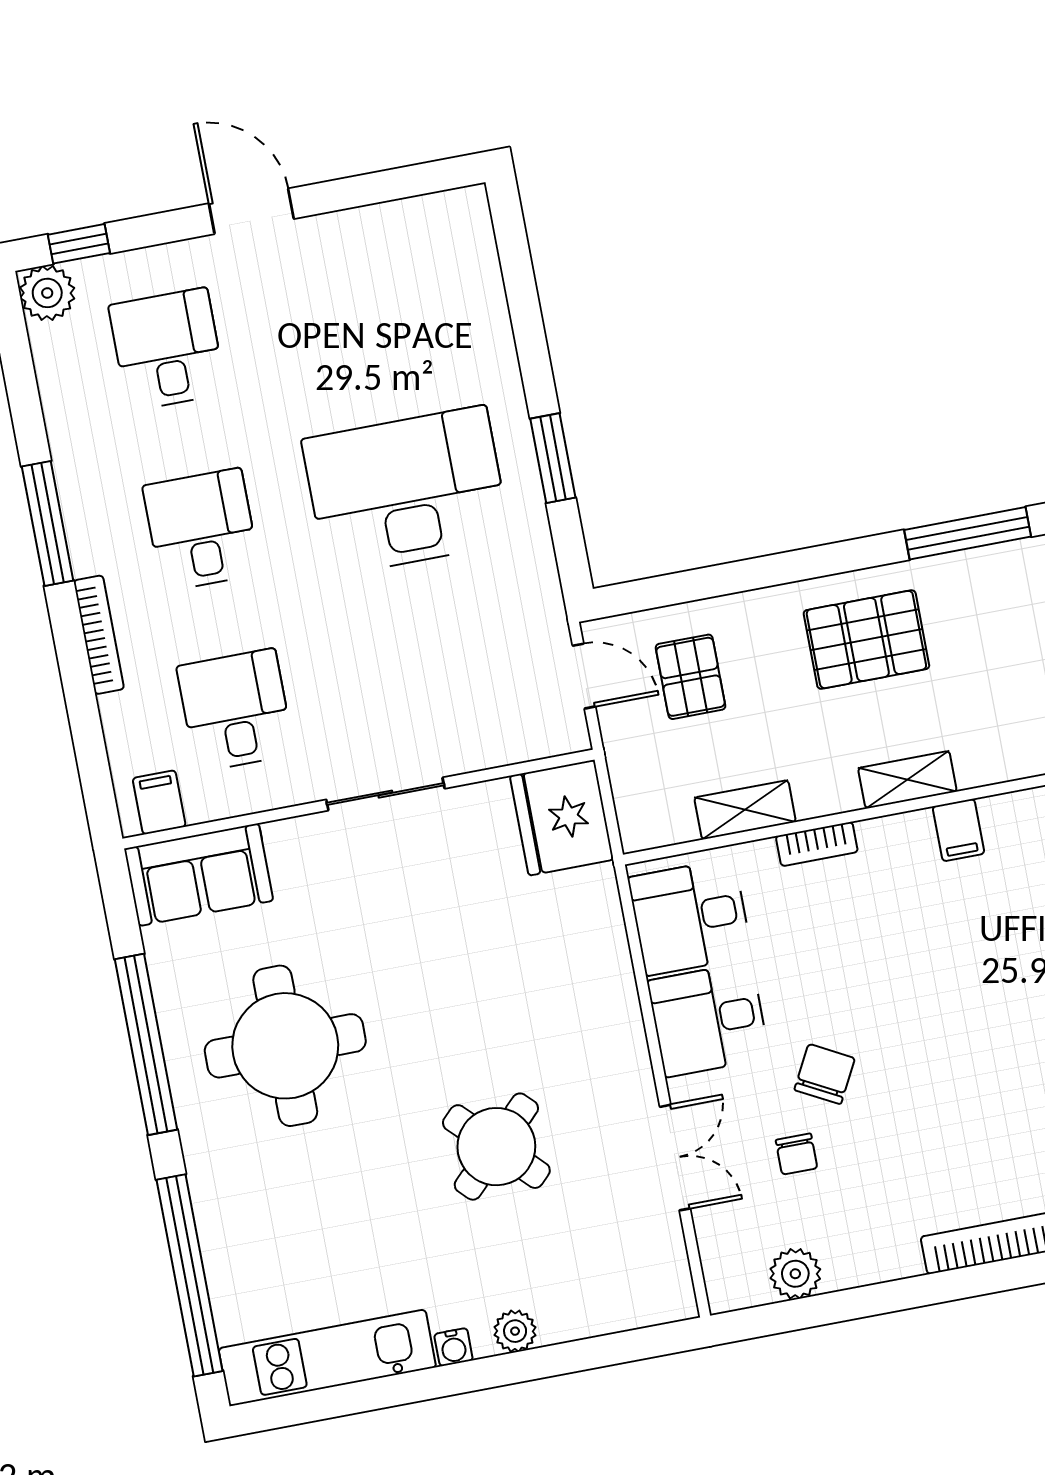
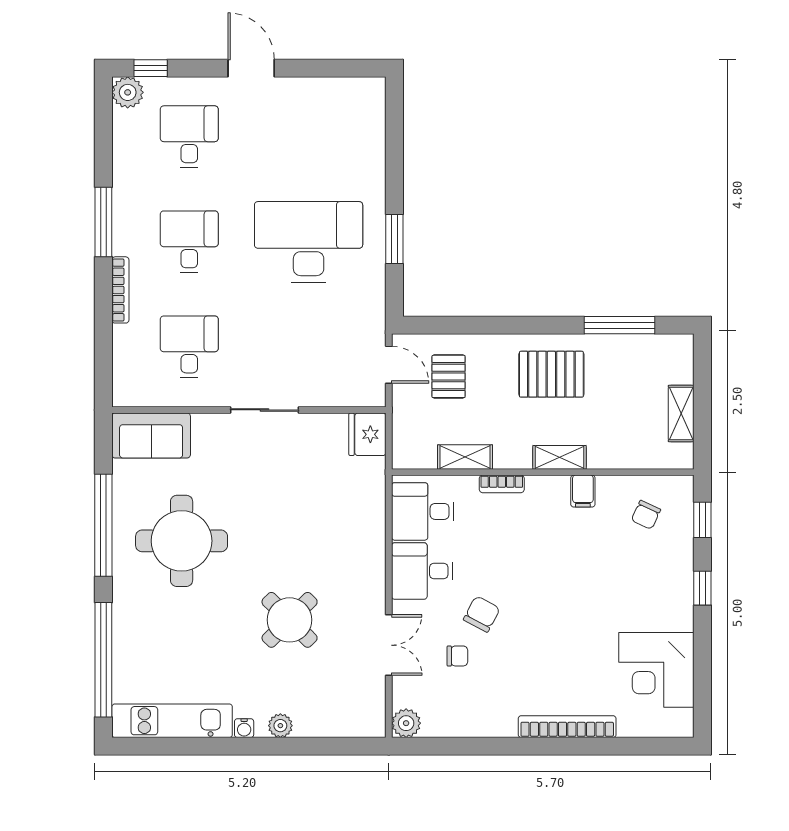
filing cabinet: (159, 802) -> (137, 391), removed
fridge: (562, 818) -> (367, 434), width x0.73, depth x0.75
chair: (797, 1154) -> (457, 656), turned -90
plant: (795, 1274) -> (406, 723), moved

